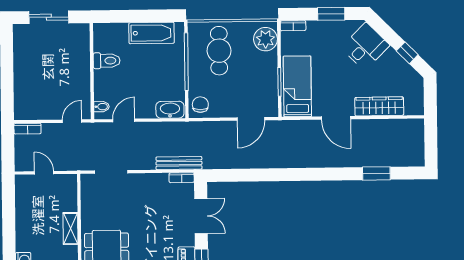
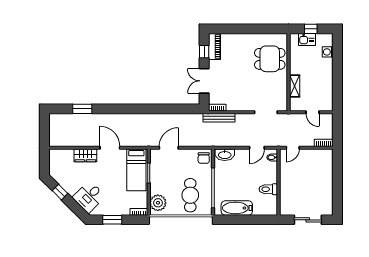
wardrobe: (379, 106) -> (85, 155), width x0.67
shelving: (70, 228) -> (295, 86), moved

